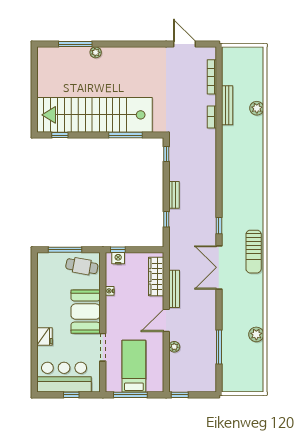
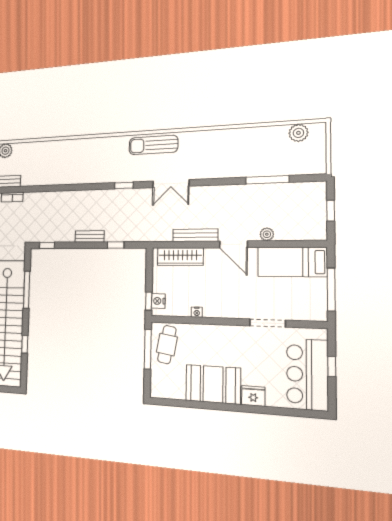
window: (60, 135) -> (25, 344), moved
window: (65, 250) -> (148, 349), moved
sun lounger: (254, 252) -> (153, 145), turned 180
double door: (219, 267) -> (171, 184), width x0.73
booth: (86, 312) -> (213, 384), moved
plant: (256, 334) -> (298, 133), moved
bed: (134, 366) -> (292, 262), moved
window: (180, 395) -> (331, 211), moved

